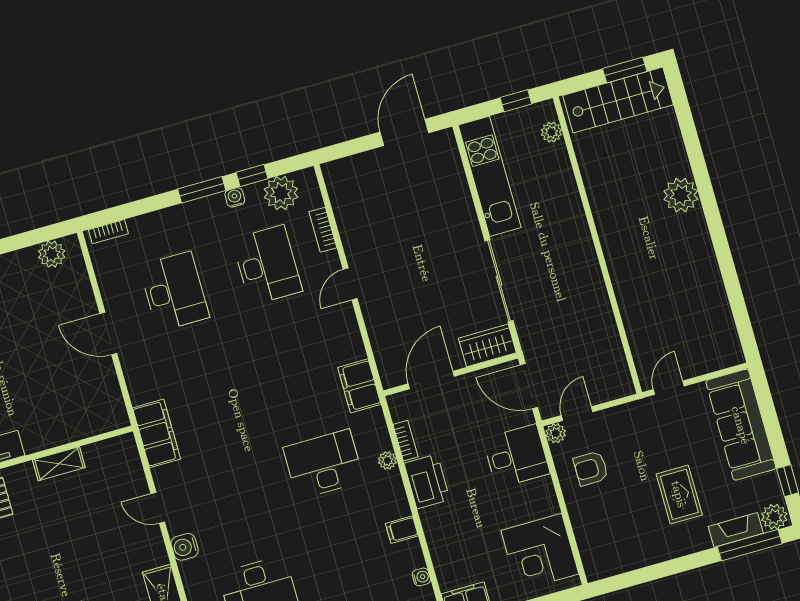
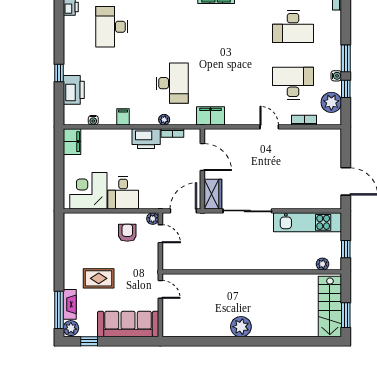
plant: (681, 195) -> (241, 327), moved
desk: (267, 265) -> (293, 83), turned 180
desk: (516, 456) -> (123, 193), moved

